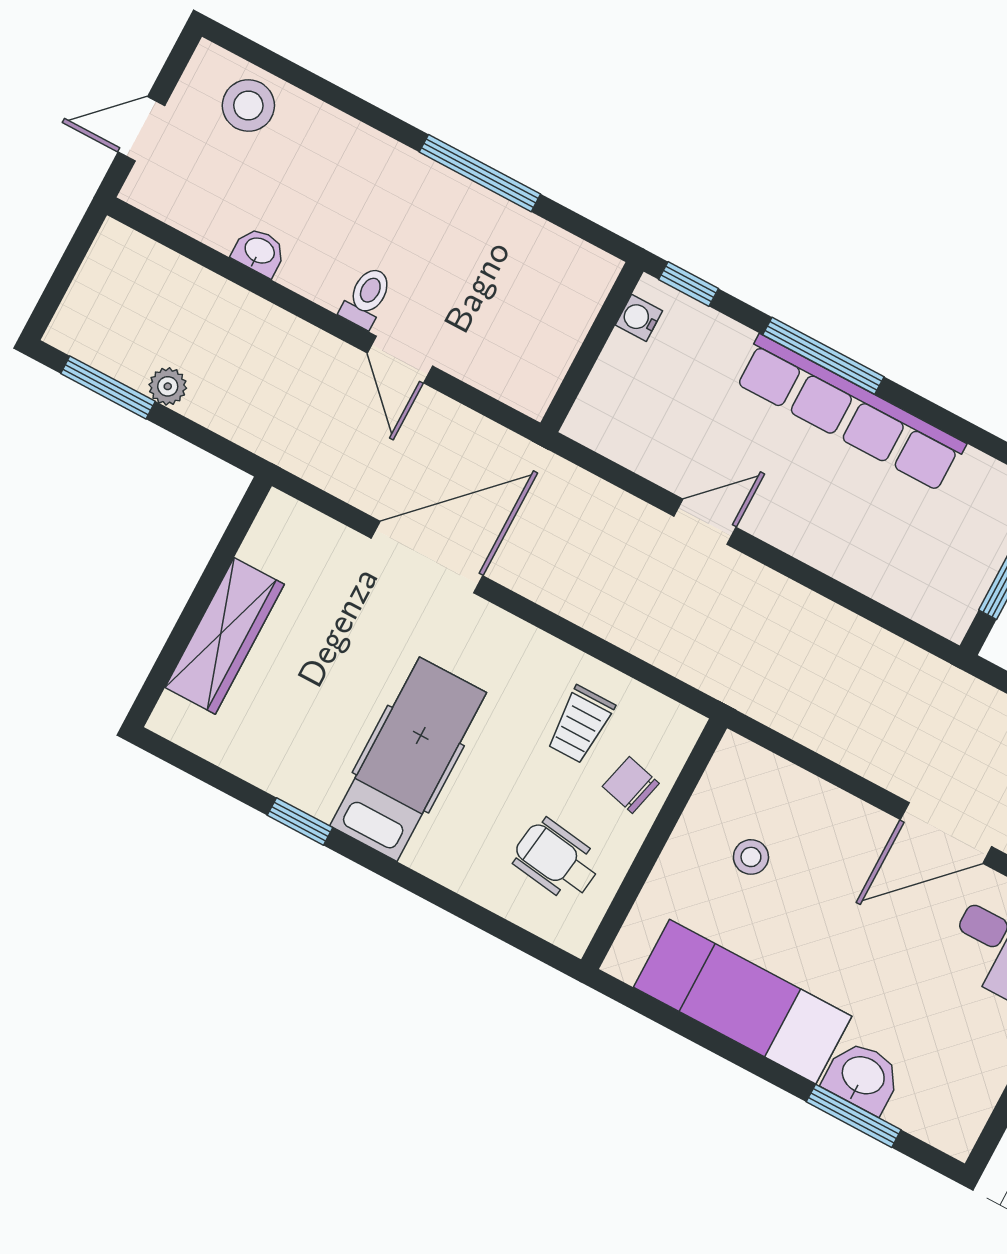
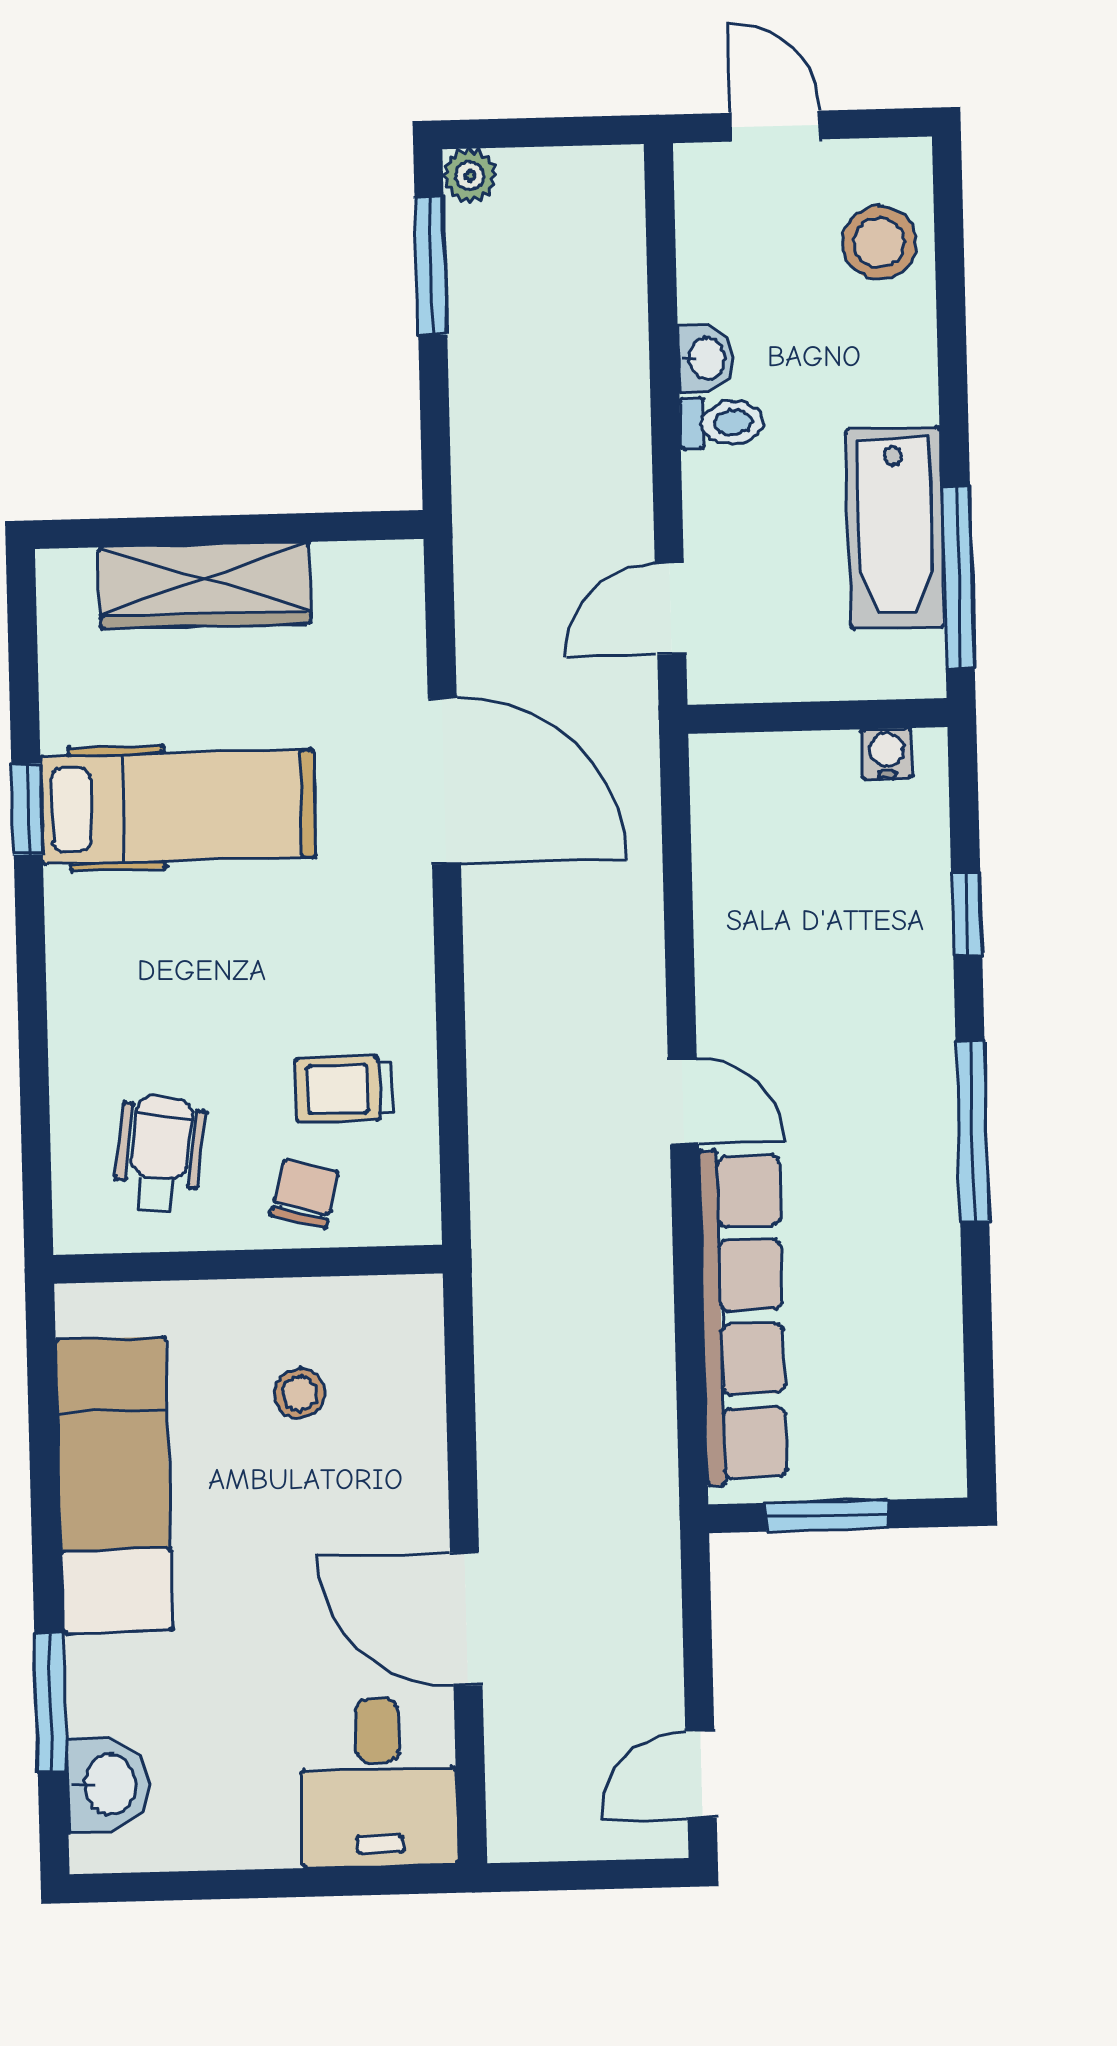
bathtub: (428, 194) -> (895, 528), added
toilet: (367, 297) -> (721, 423), moved
water cooler: (639, 318) -> (887, 754), moved
wall: (592, 347) -> (817, 716), moved
plant: (168, 386) -> (470, 175), moved
row of seats: (850, 413) -> (743, 1317), moved, turned 180
hospital bed: (408, 759) -> (178, 807), moved
washbasin: (862, 1077) -> (108, 1784), moved

